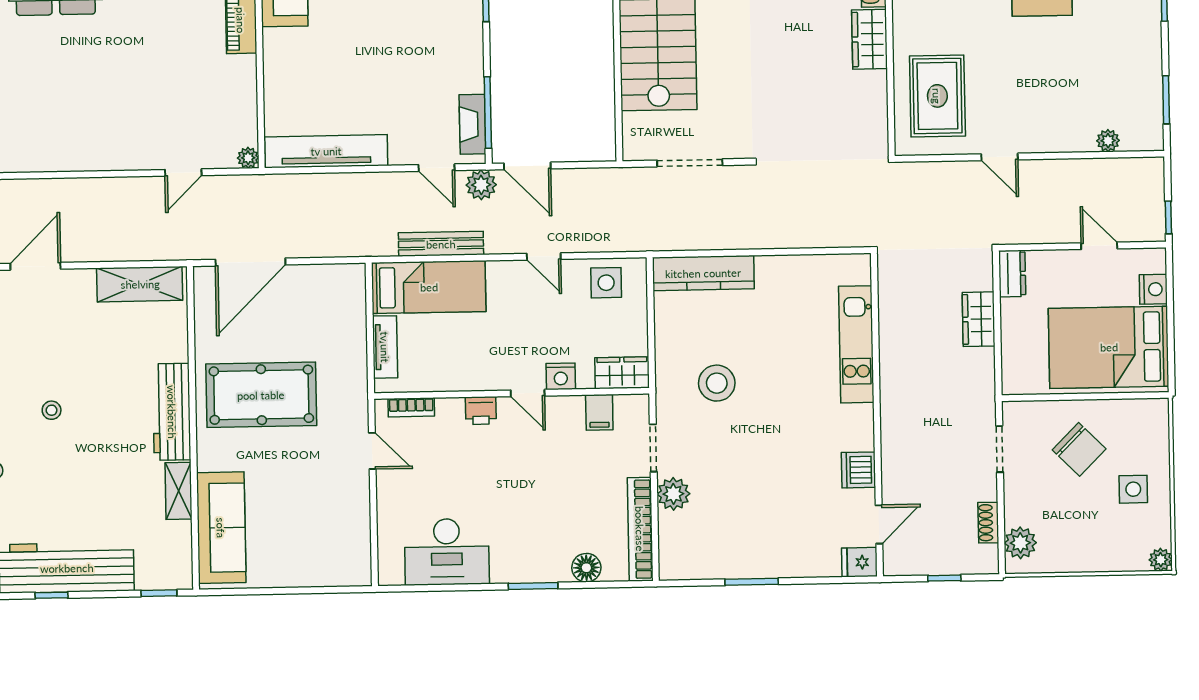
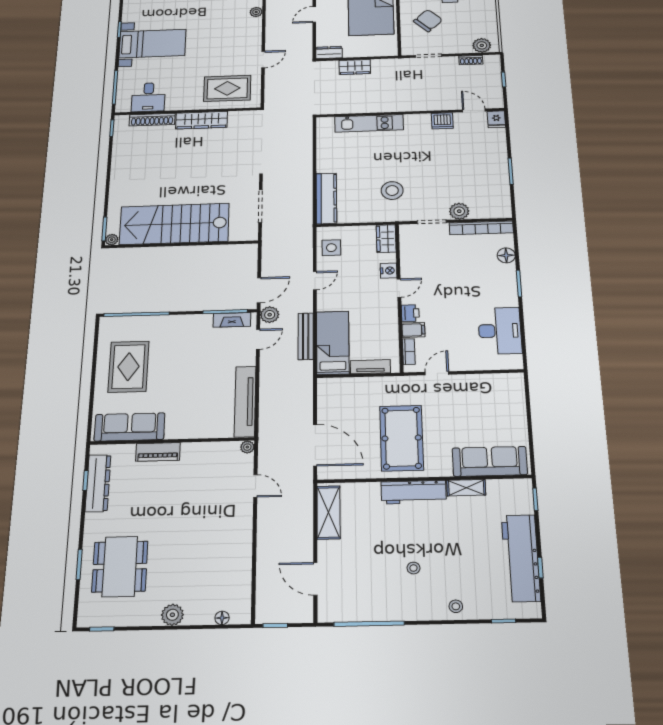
wardrobe: (869, 39) -> (202, 120), width x1.50
filing cabinet: (599, 412) -> (413, 330), moved

